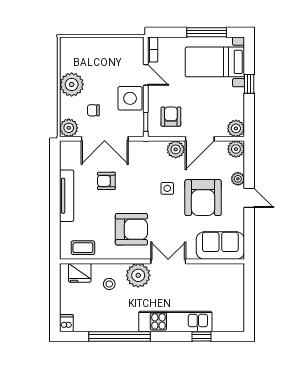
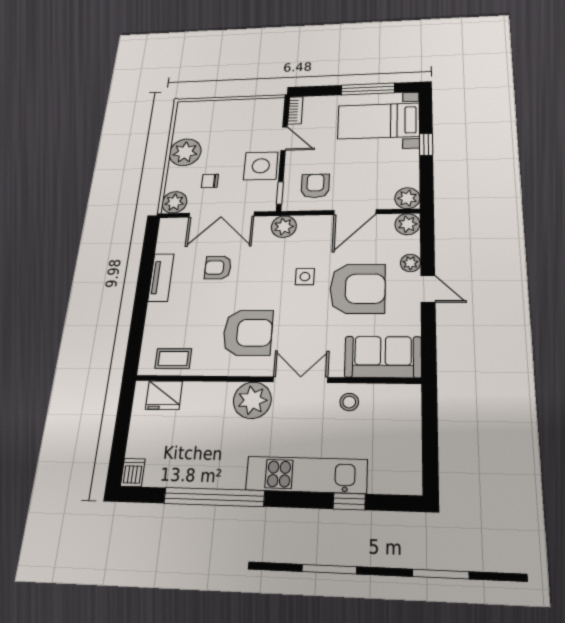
plant: (176, 149) -> (284, 227), moved
tv unit: (67, 196) -> (161, 277), width x0.71
armchair: (203, 198) -> (358, 289), turned -90
stool: (109, 284) -> (349, 402), moved

